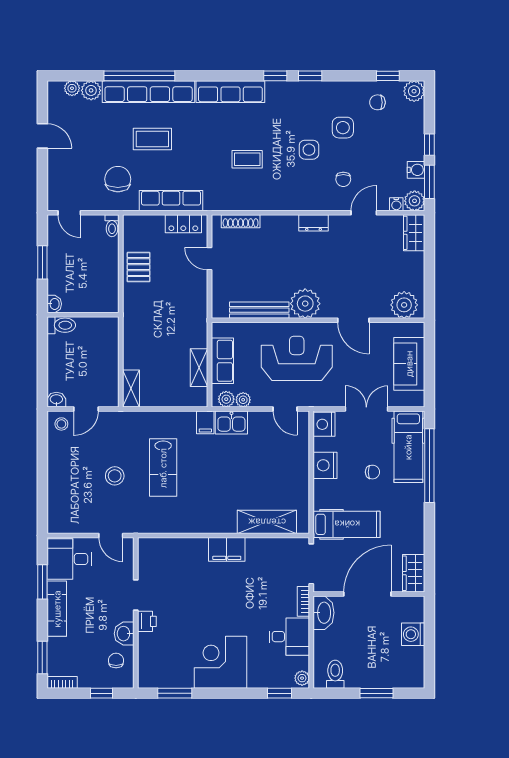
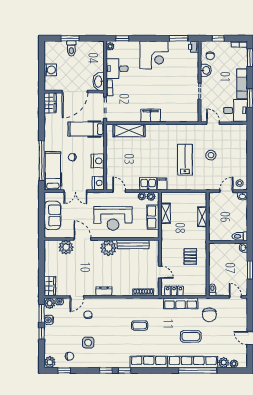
side table: (309, 150) -> (106, 331), removed
pallet: (139, 267) -> (190, 256), moved
plant: (404, 305) -> (66, 247), moved
shelving: (131, 389) -> (202, 217), moved
printer: (147, 621) -> (194, 47), moved
toilet: (335, 674) -> (71, 48), moved

